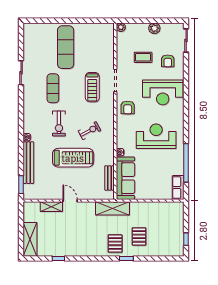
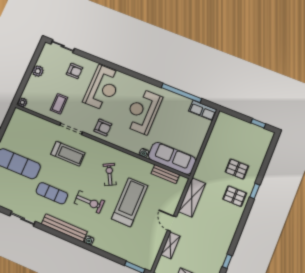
coffee table: (143, 57) -> (59, 104), moved
bench: (28, 163) -> (64, 228), moved
door: (70, 201) -> (172, 224), hinge flipped
shelving: (112, 208) -> (192, 197), moved

